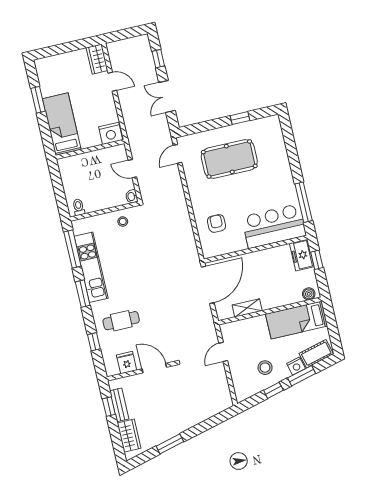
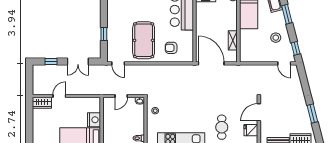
window: (240, 118) -> (104, 34), moved
nightstand: (111, 133) -> (94, 120), moved
pool table: (229, 159) -> (144, 40), moved
door: (223, 352) -> (284, 63), moved
nightstand: (296, 366) -> (280, 16), removed
window: (273, 390) -> (296, 48), moved

